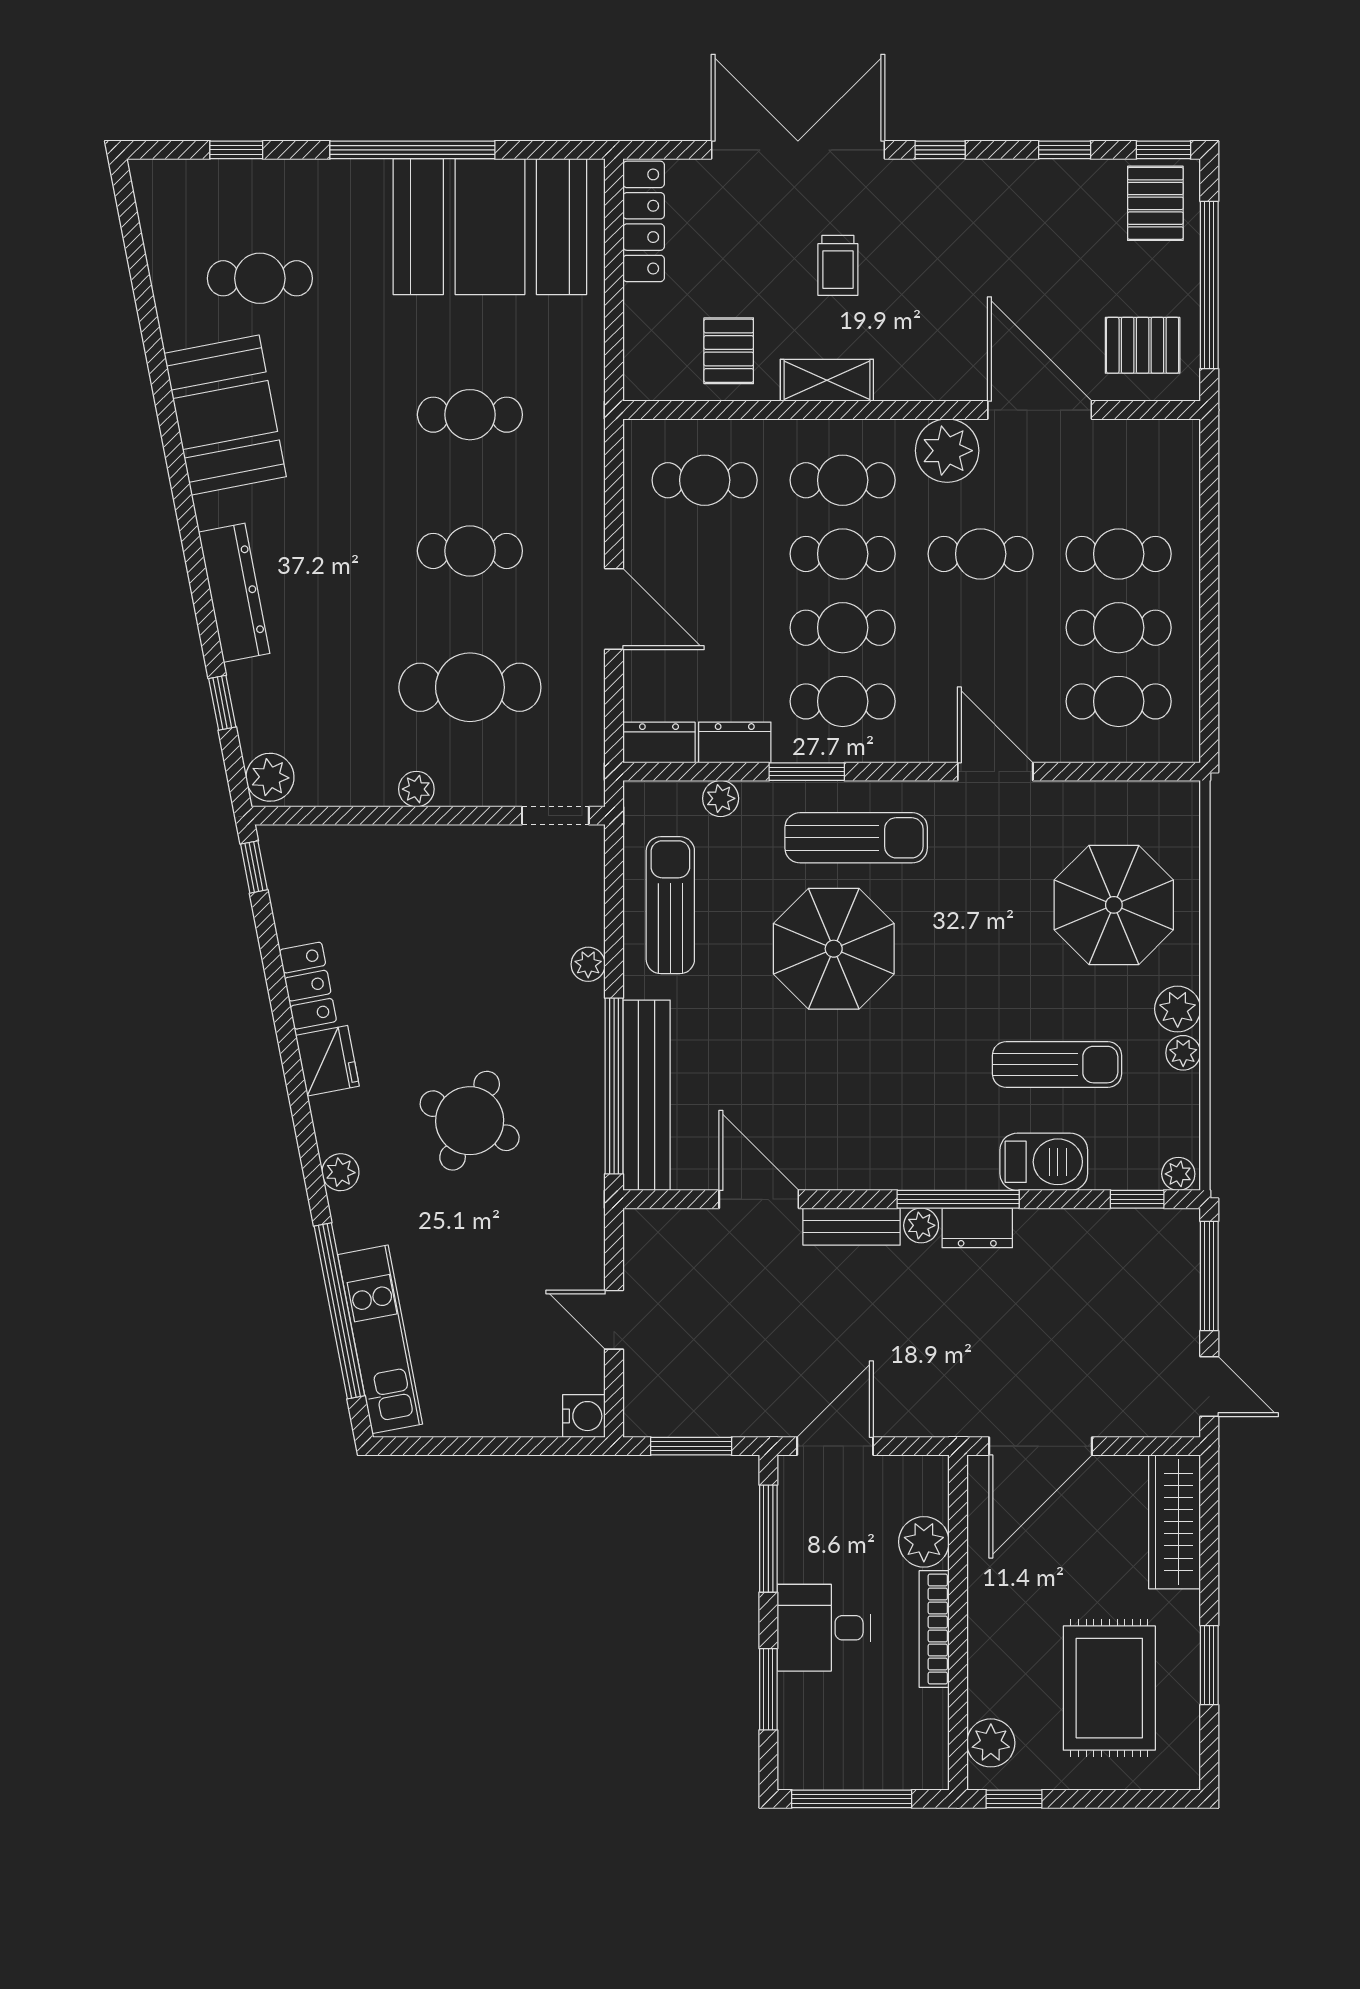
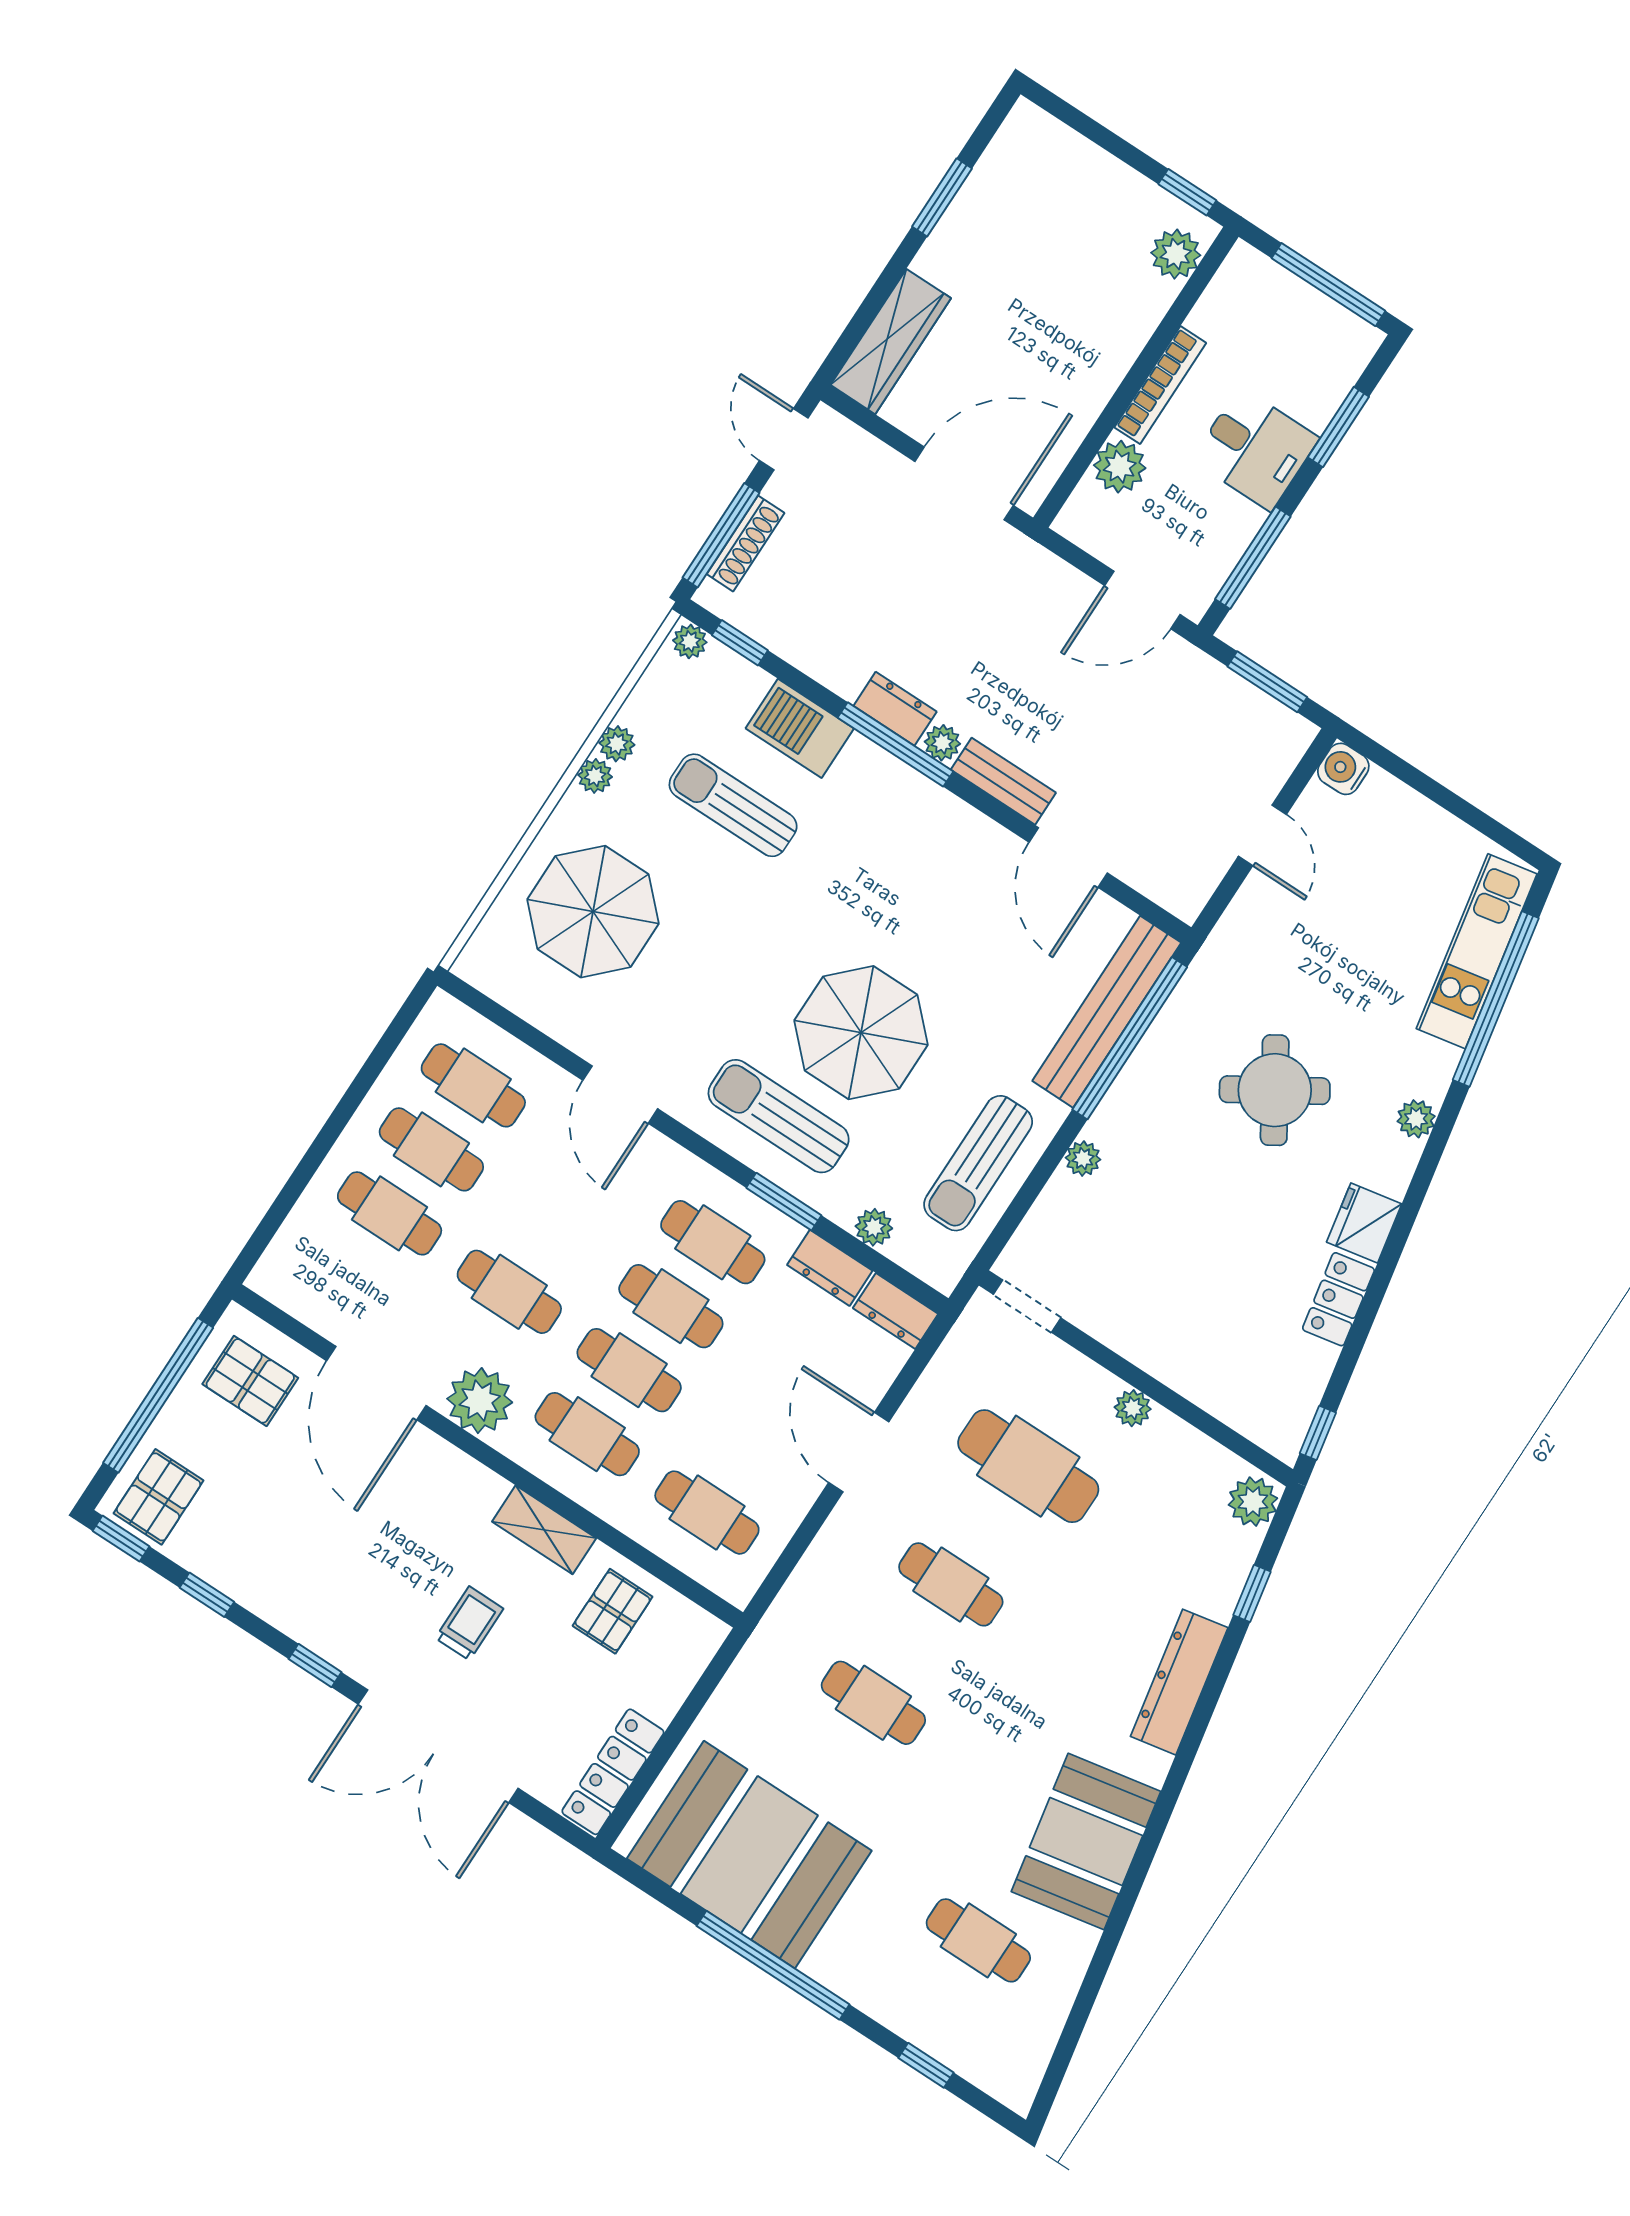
plant: (1178, 1009) -> (595, 776), width x0.73, depth x0.73
round table: (470, 1121) -> (1275, 1090), turned 33
shoe rack: (1185, 1282) -> (746, 543), added
rug: (1109, 1688) -> (1042, 234), removed

